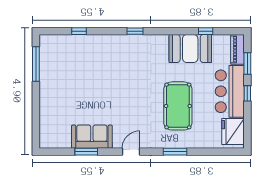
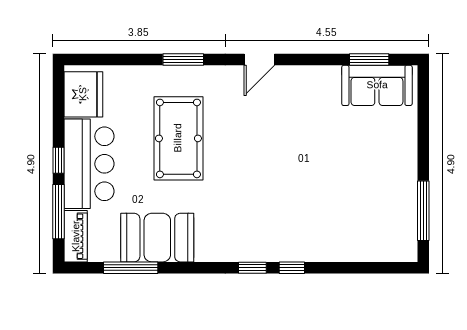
window: (79, 31) -> (292, 268), moved
window: (206, 31) -> (131, 268), width x2.17
window: (247, 64) -> (59, 212), width x1.44
sofa: (92, 137) -> (377, 85), moved
window: (86, 152) -> (369, 60), moved

